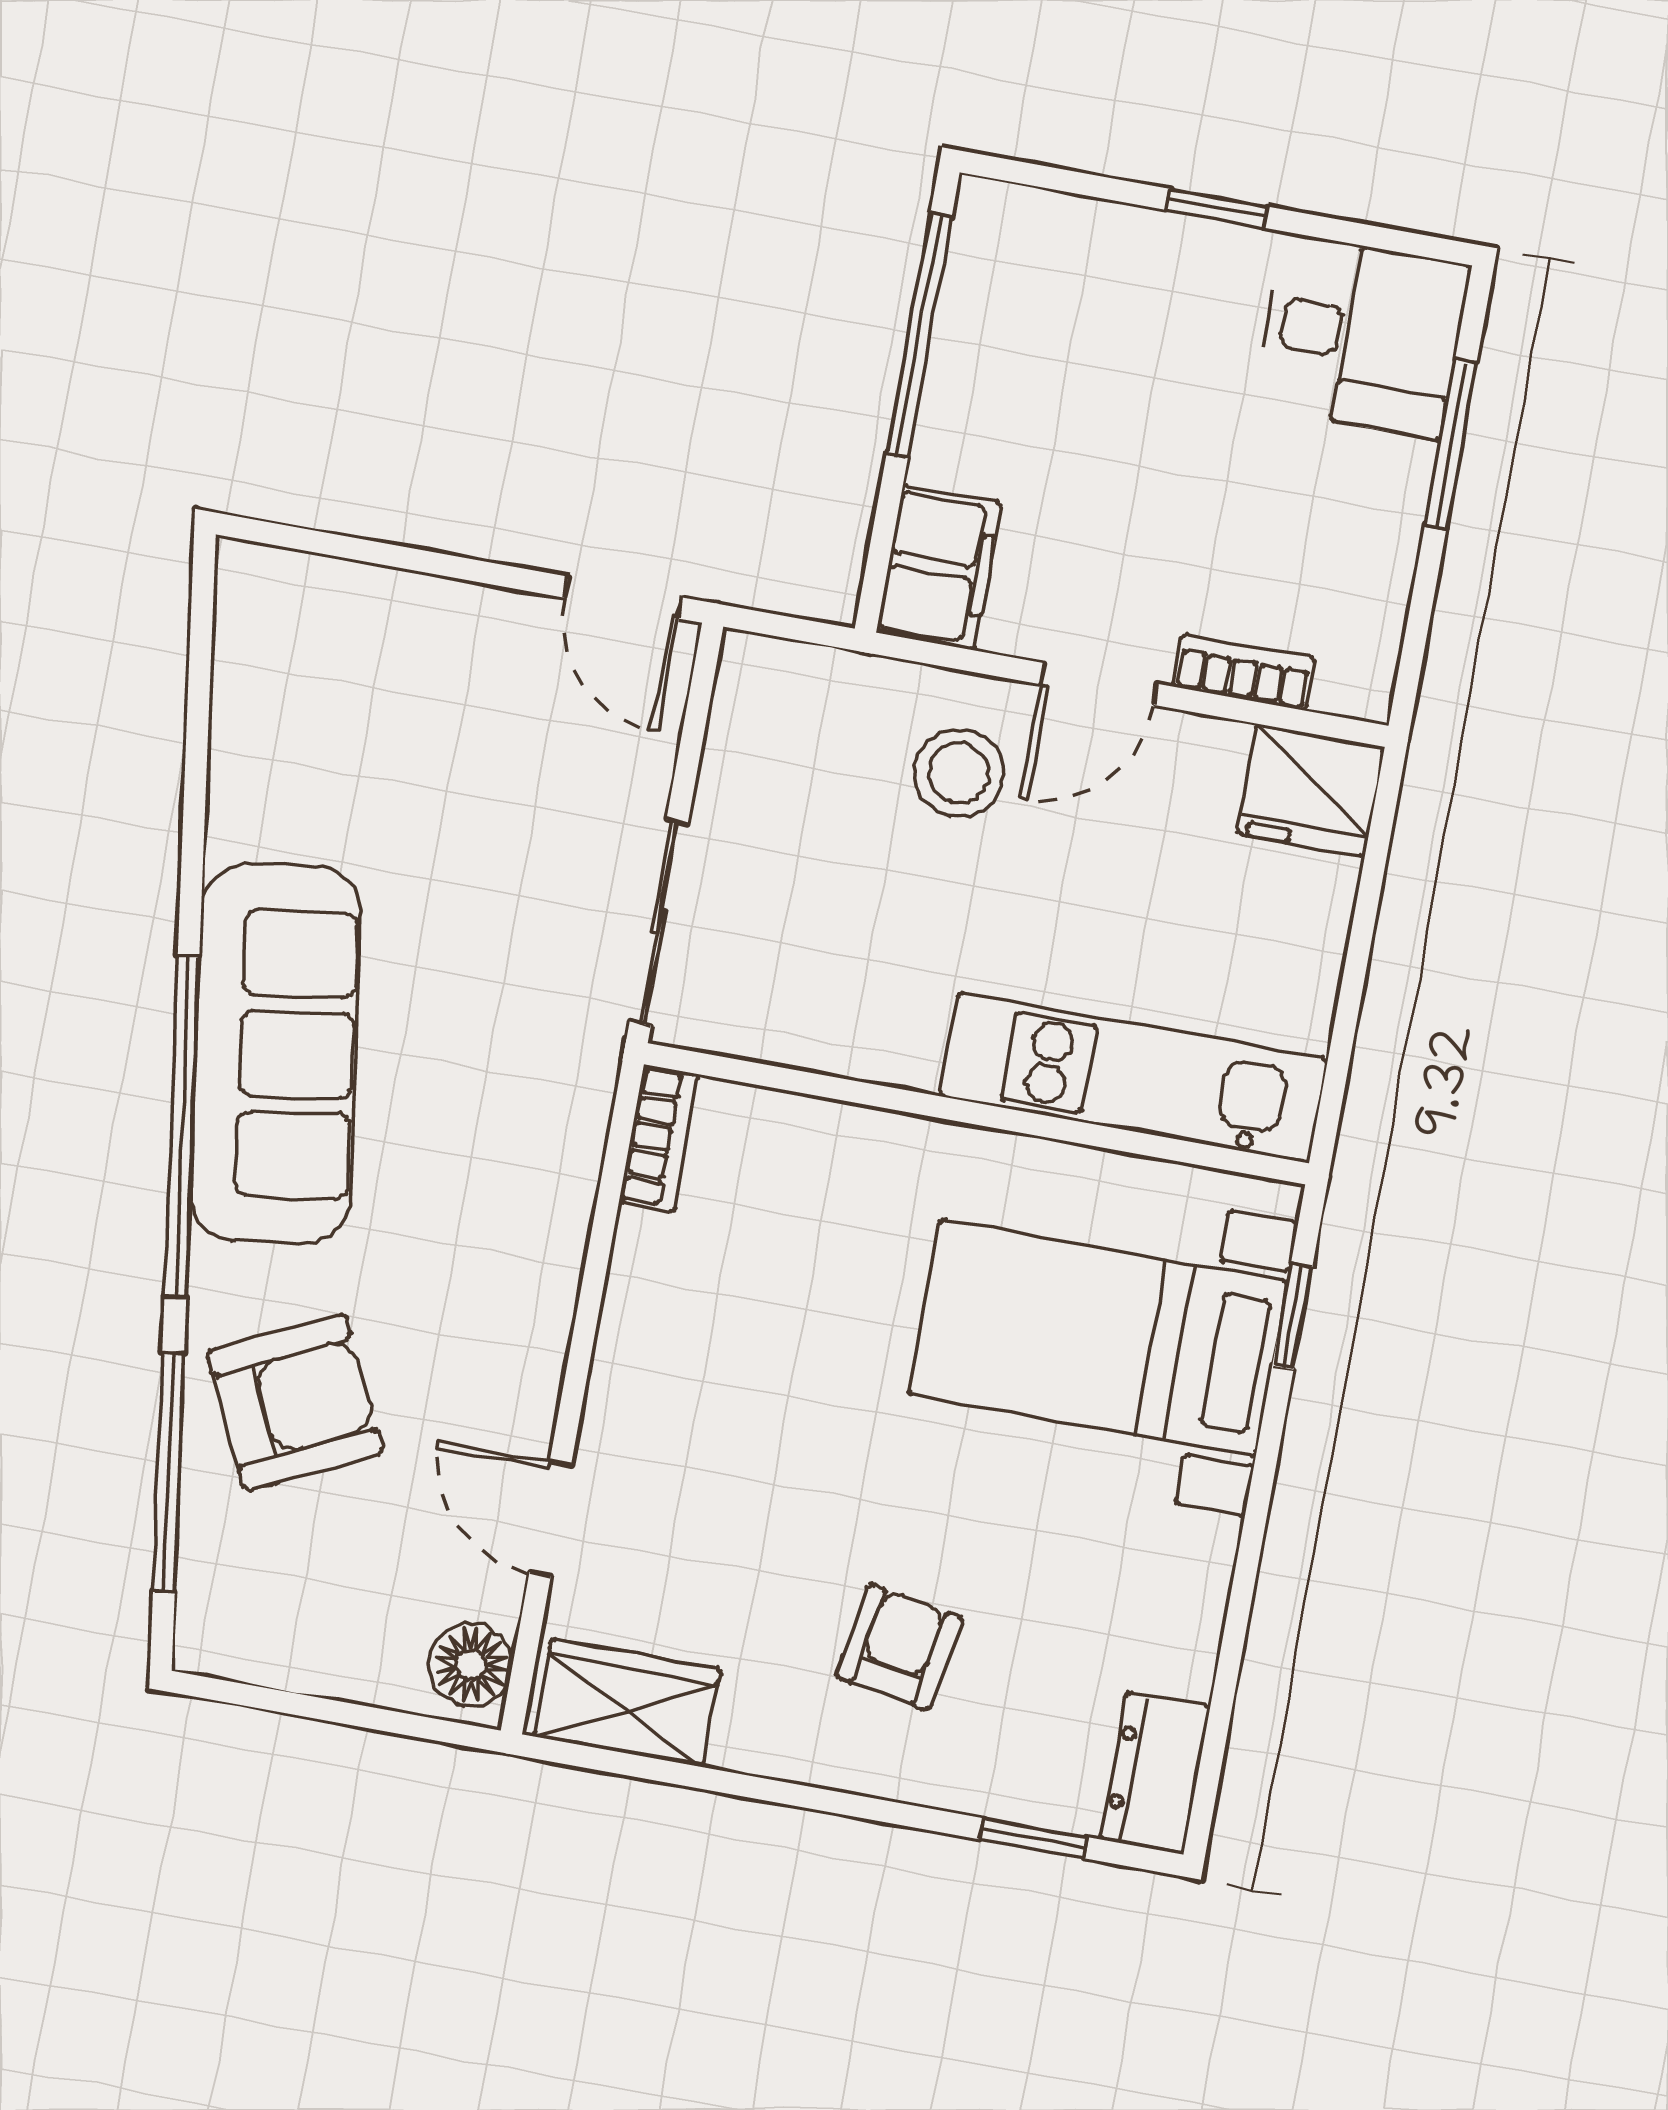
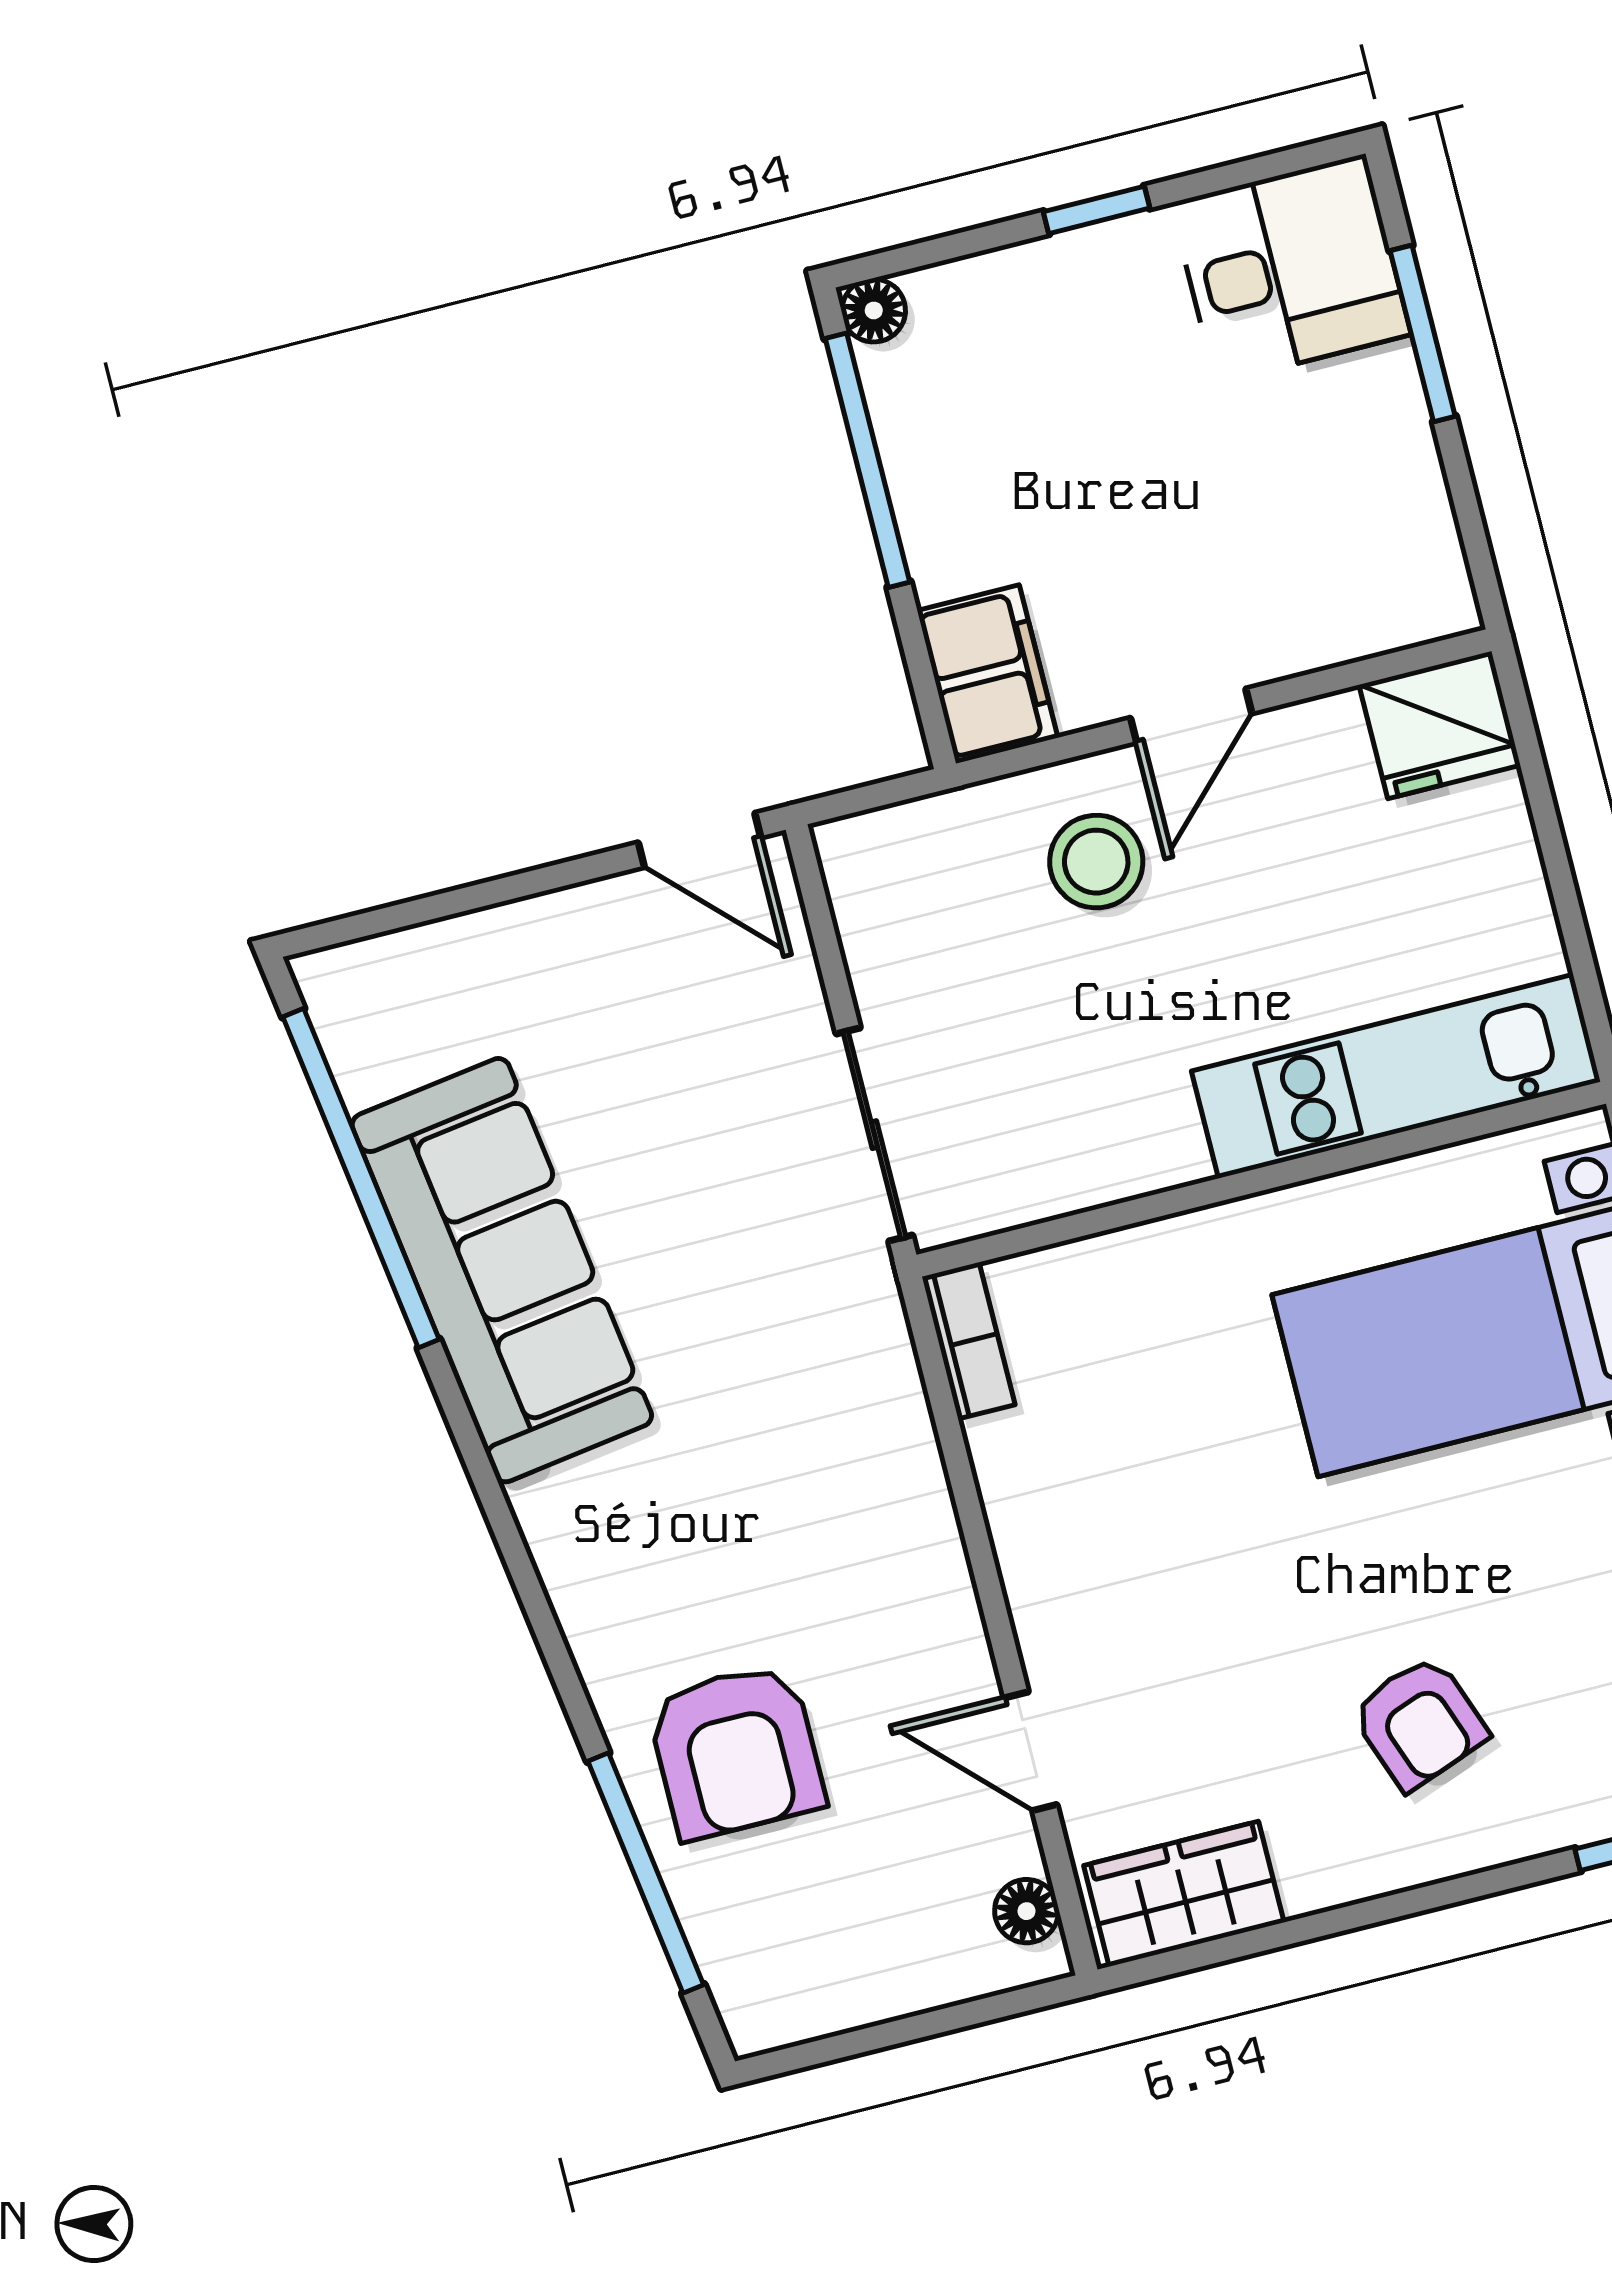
floor lamp: (984, 207) -> (874, 310), added
bookcase: (1244, 672) -> (1325, 641), removed
sofa: (276, 1054) -> (502, 1270), moved
window: (182, 1126) -> (361, 1178), moved
armchair: (295, 1402) -> (736, 1751), turned 116
armchair: (899, 1647) -> (1419, 1723), turned 150
floor lamp: (471, 1665) -> (1027, 1911), width x0.73, depth x0.73

